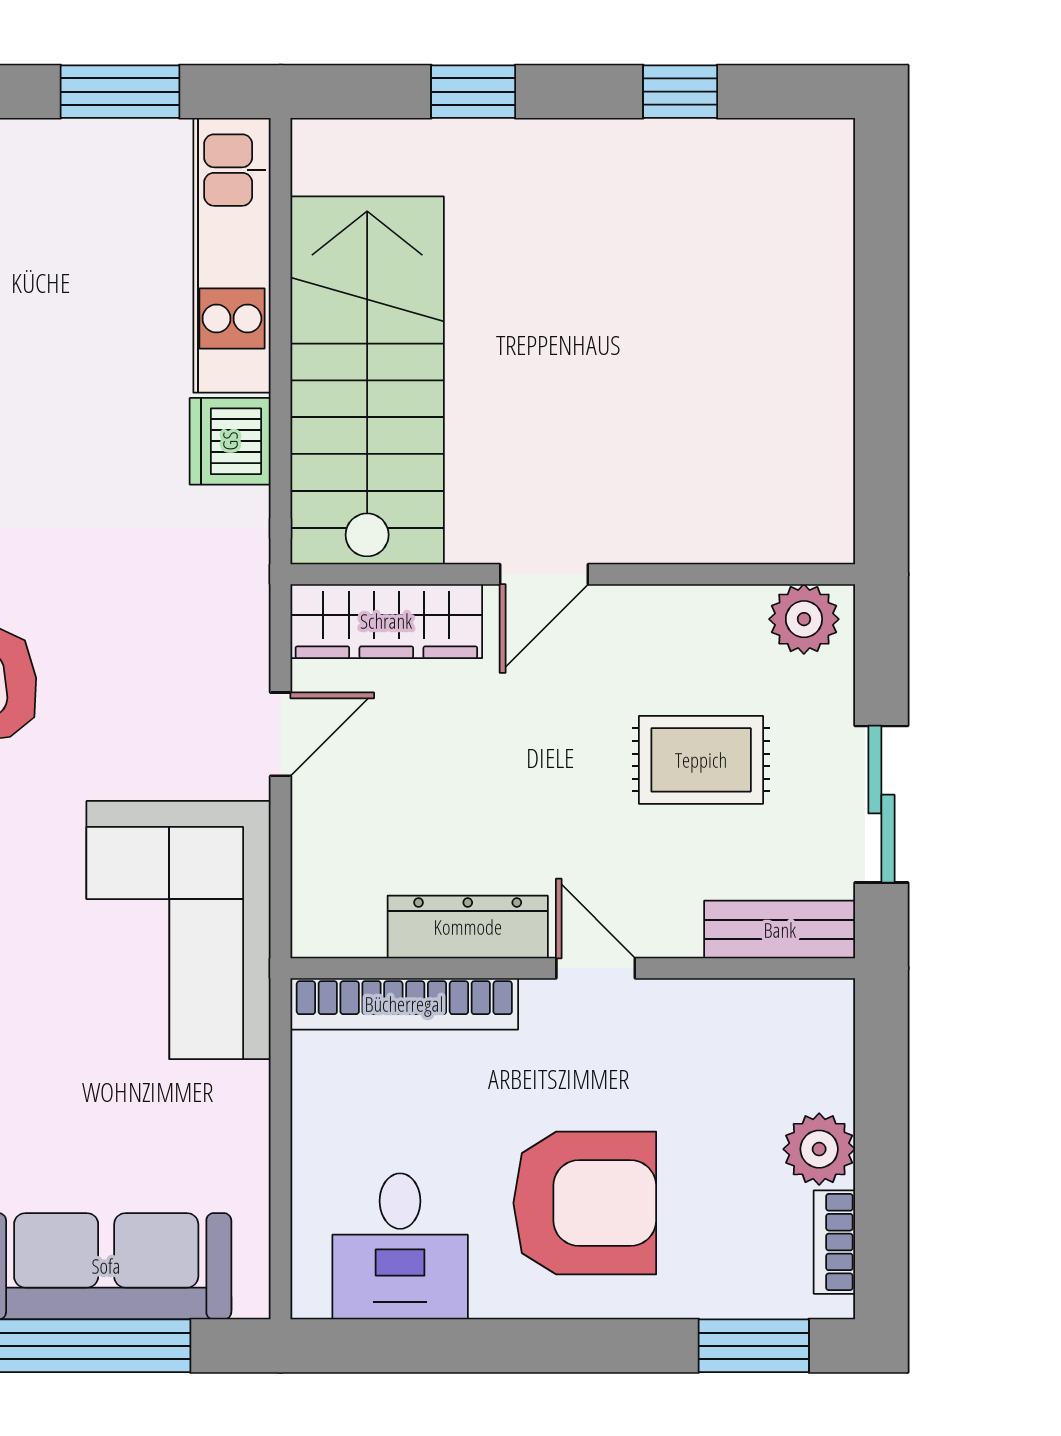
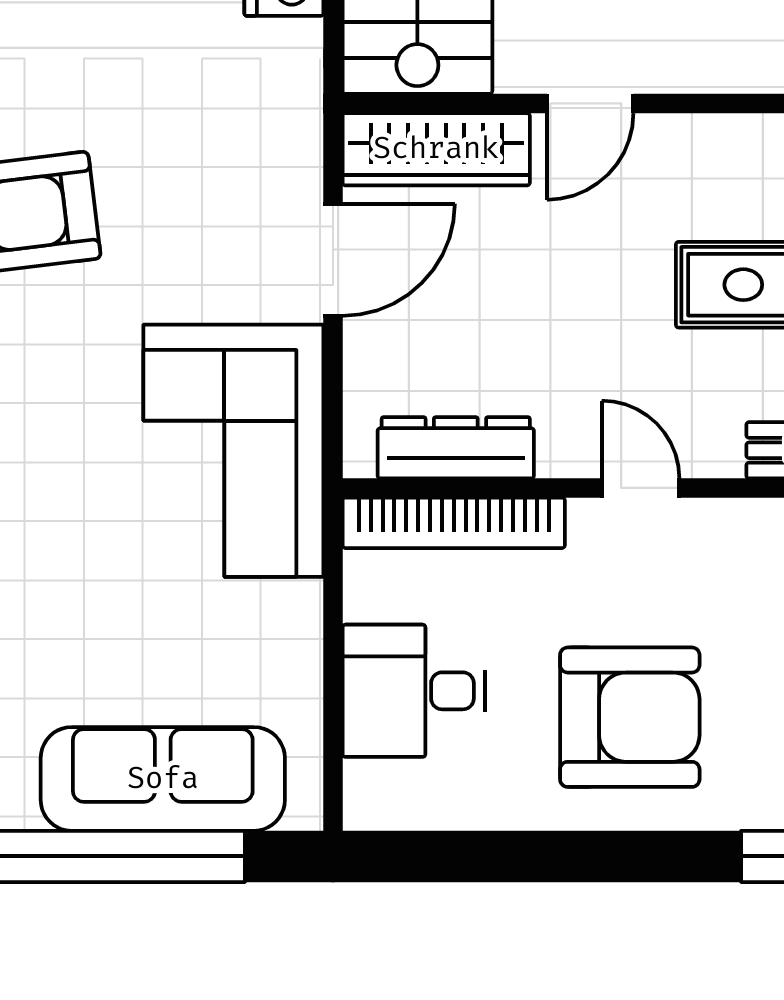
door: (281, 734) -> (333, 260), width x1.38
dresser: (468, 927) -> (456, 448), moved
desk: (400, 1246) -> (414, 691), moved, turned 90

